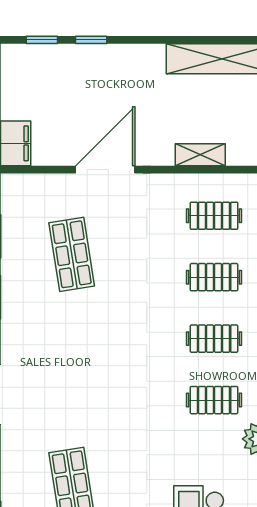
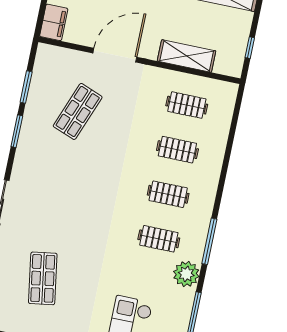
shelving: (200, 155) -> (187, 56), width x1.50, depth x1.33
shop shelf: (72, 254) -> (78, 111), turned 30

